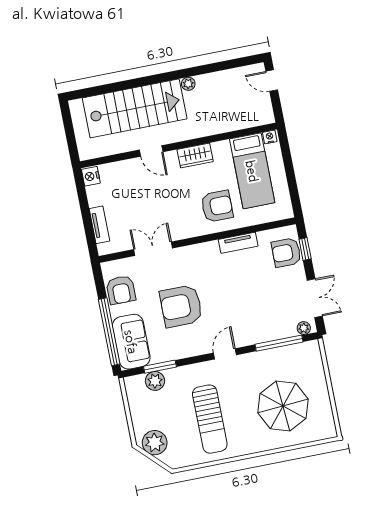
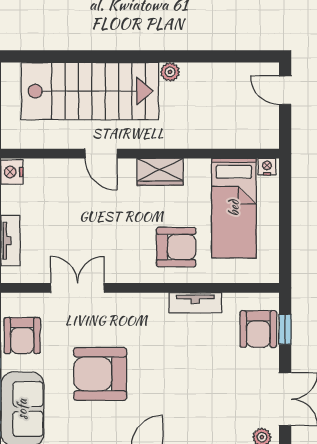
armchair: (286, 252) -> (258, 329), turned -90

